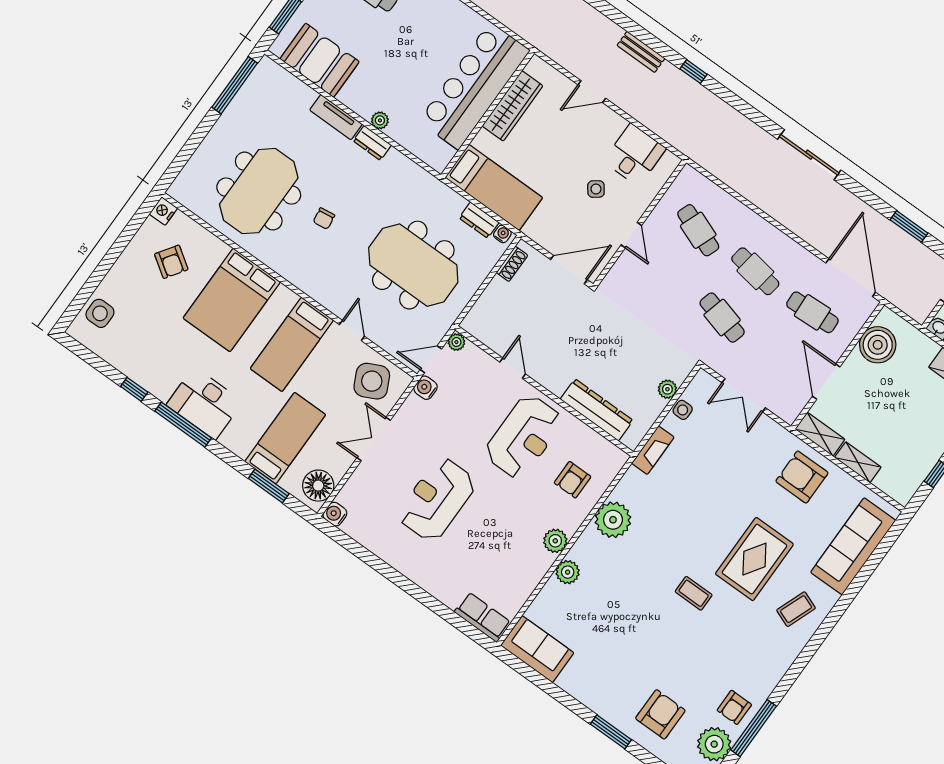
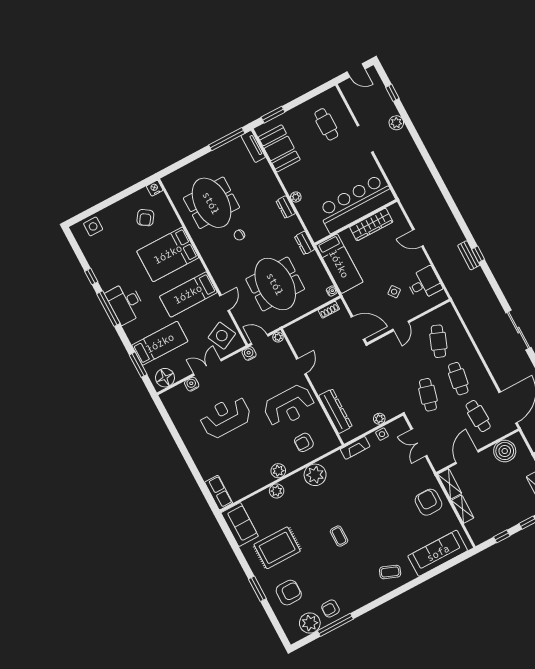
bench: (641, 52) -> (469, 255), moved
tv unit: (336, 117) -> (253, 146), moved
meeting table: (259, 191) -> (211, 203), turned 90
dresser: (479, 220) -> (304, 243), moved
water cooler: (335, 514) -> (192, 384), moved
rug: (754, 559) -> (277, 548), moved

